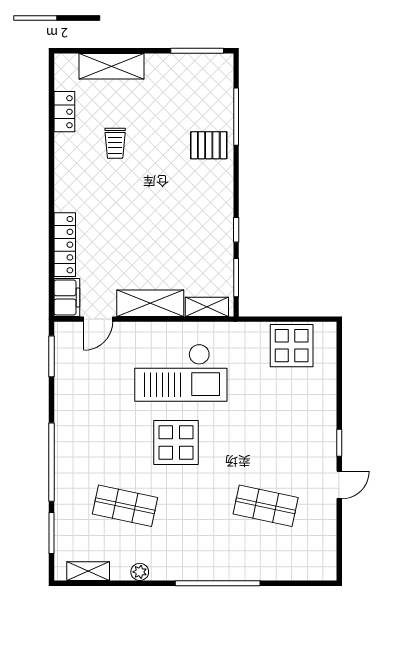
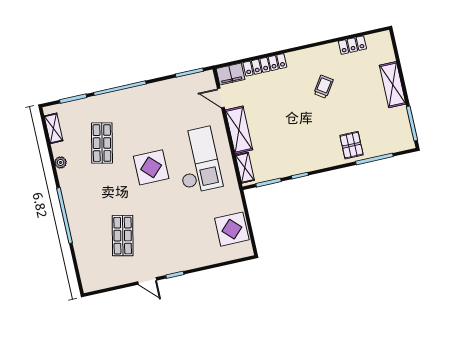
shelving: (111, 66) -> (393, 85), moved
trolley: (115, 143) -> (324, 87), moved, turned 124
checkout: (181, 373) -> (198, 160), turned 180

